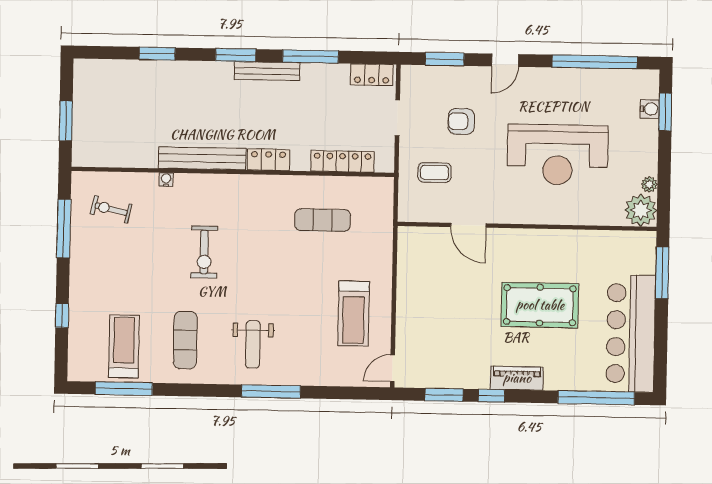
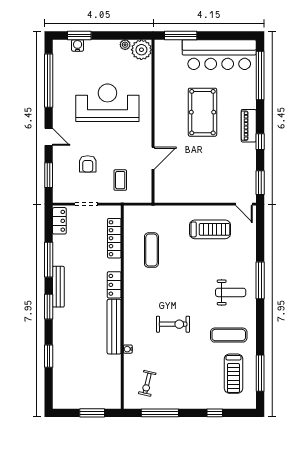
reception desk: (558, 155) -> (107, 103), turned -90
treadmill: (124, 346) -> (233, 374), turned -90
window: (444, 395) -> (260, 183), moved

